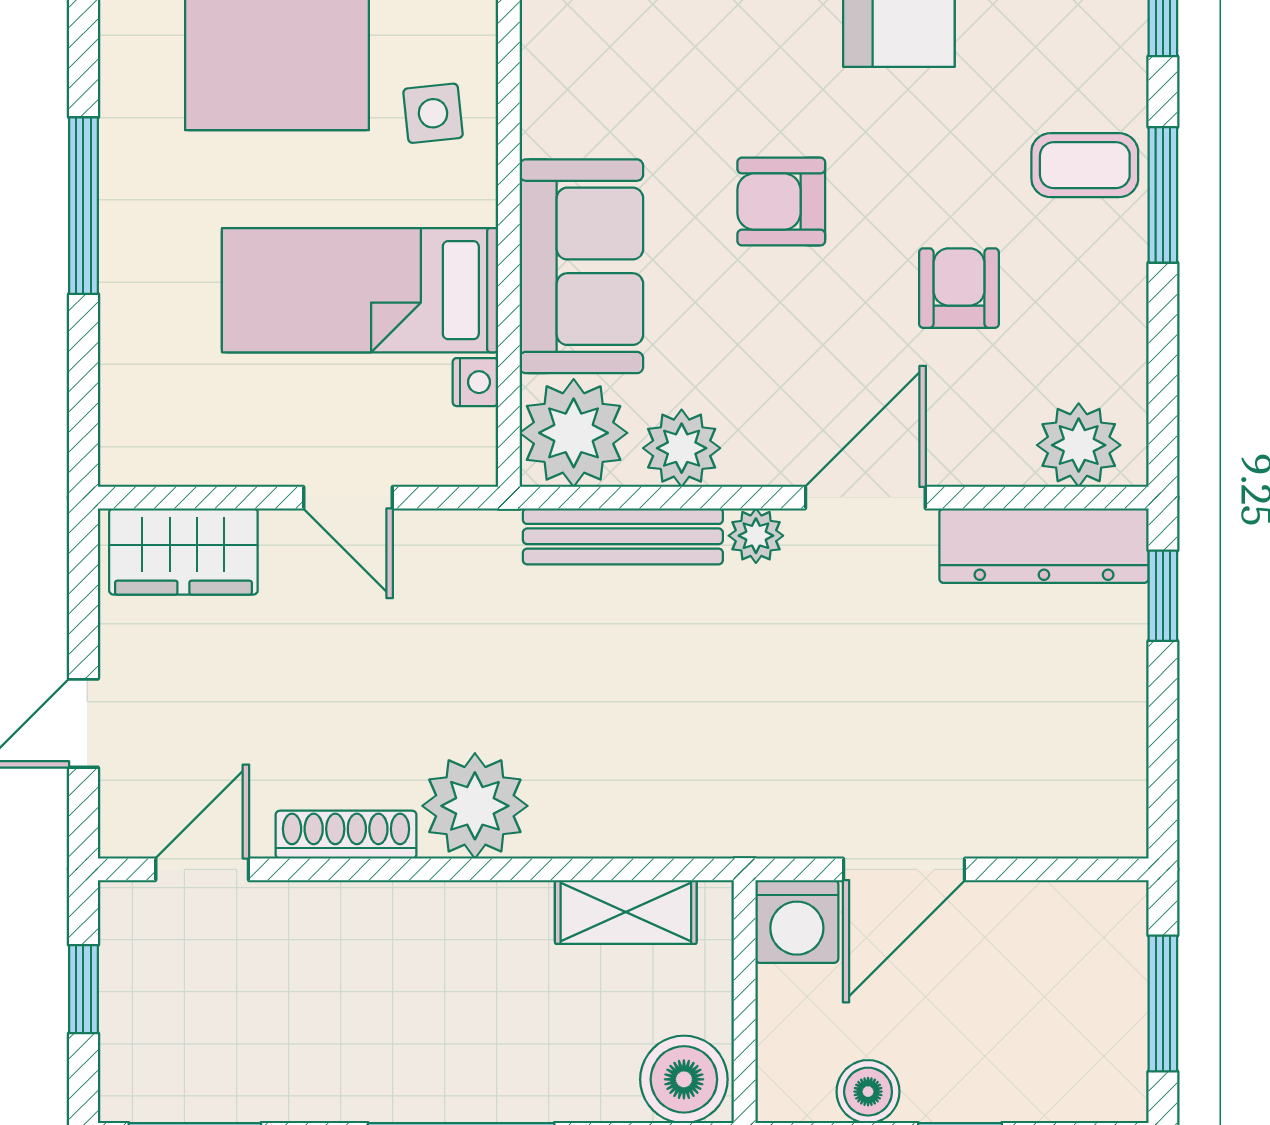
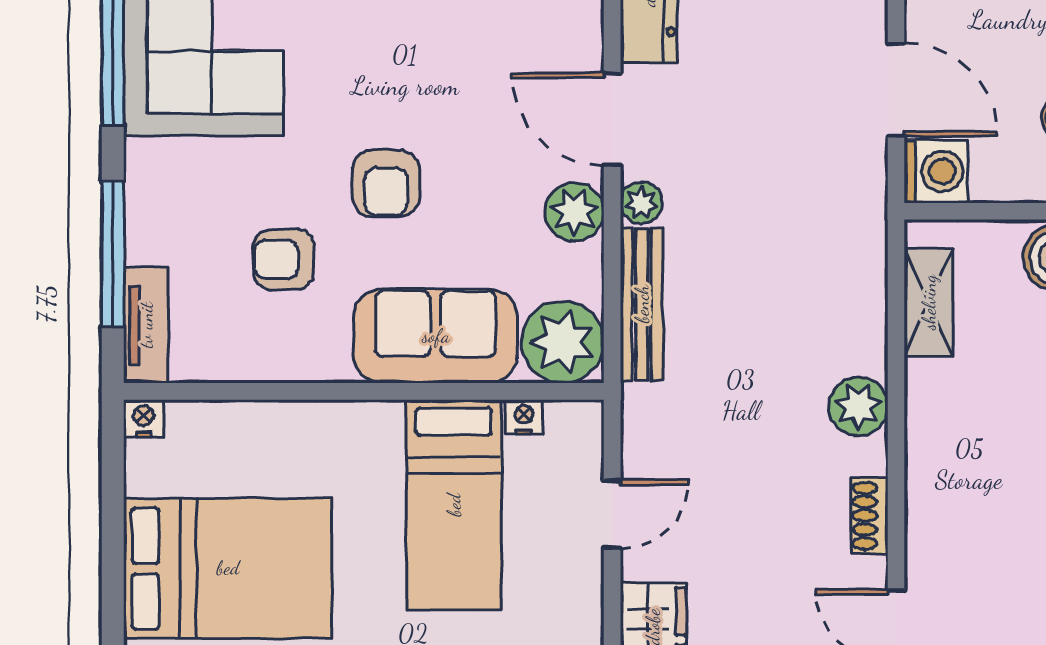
side table: (433, 113) -> (319, 449), removed
armchair: (959, 288) -> (284, 259), moved
plant: (682, 448) -> (574, 212), moved
plant: (475, 806) -> (858, 407), width x0.73, depth x0.73
shoe rack: (346, 835) -> (870, 516), width x0.70

